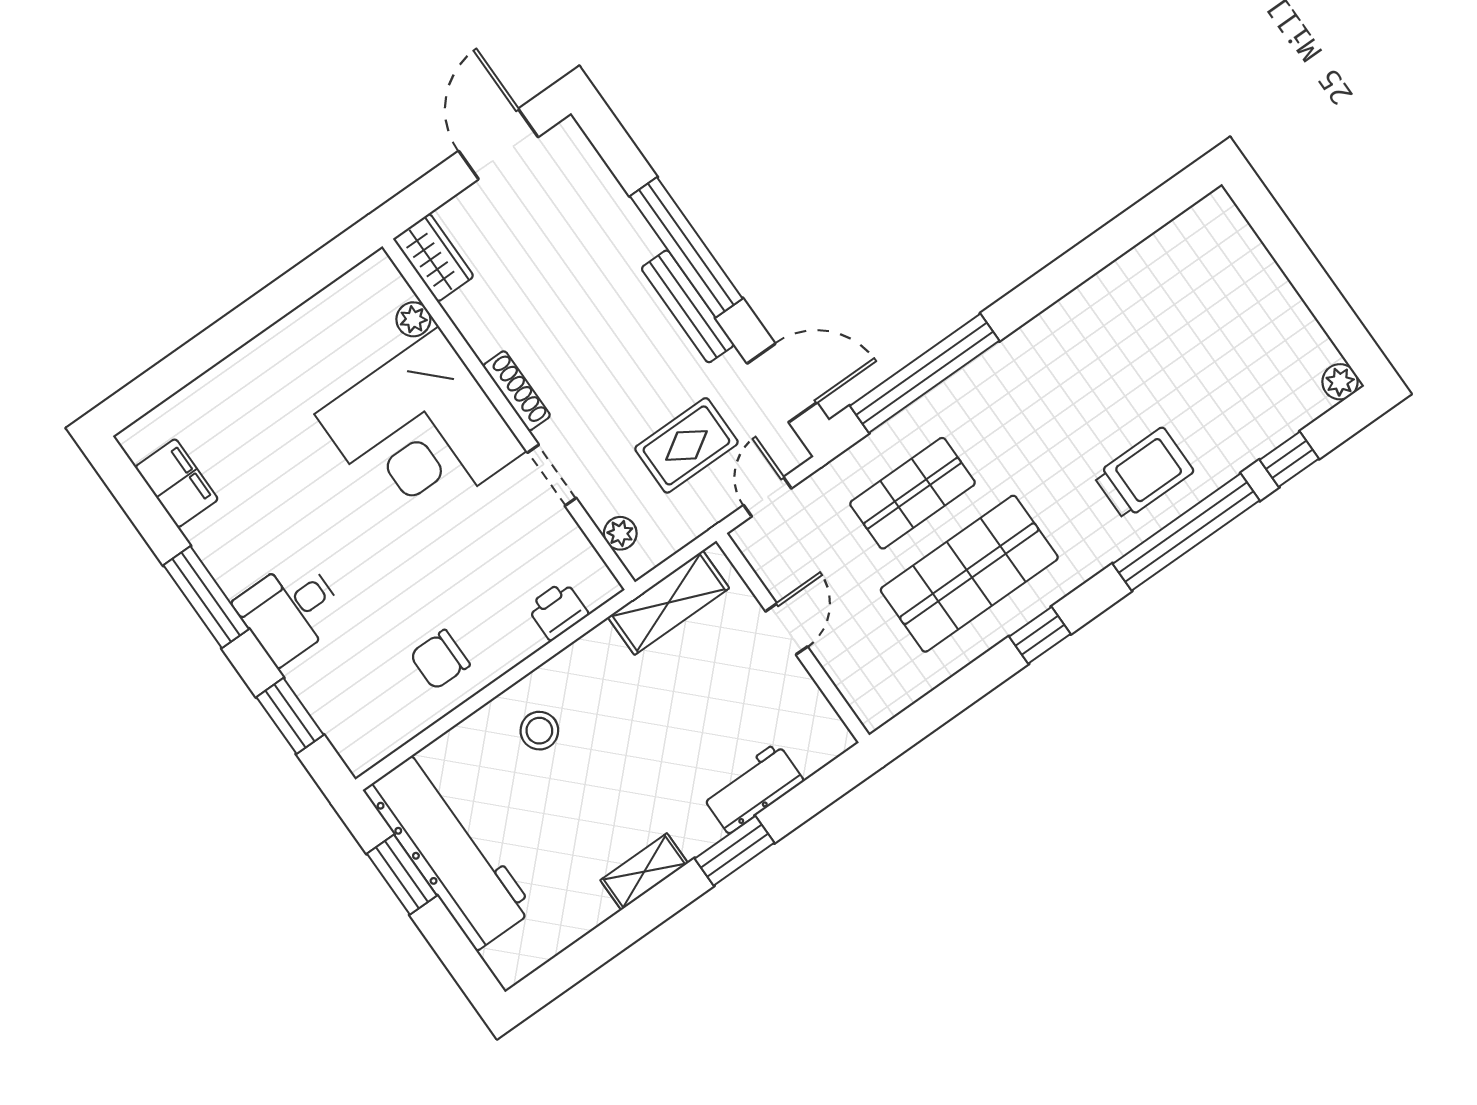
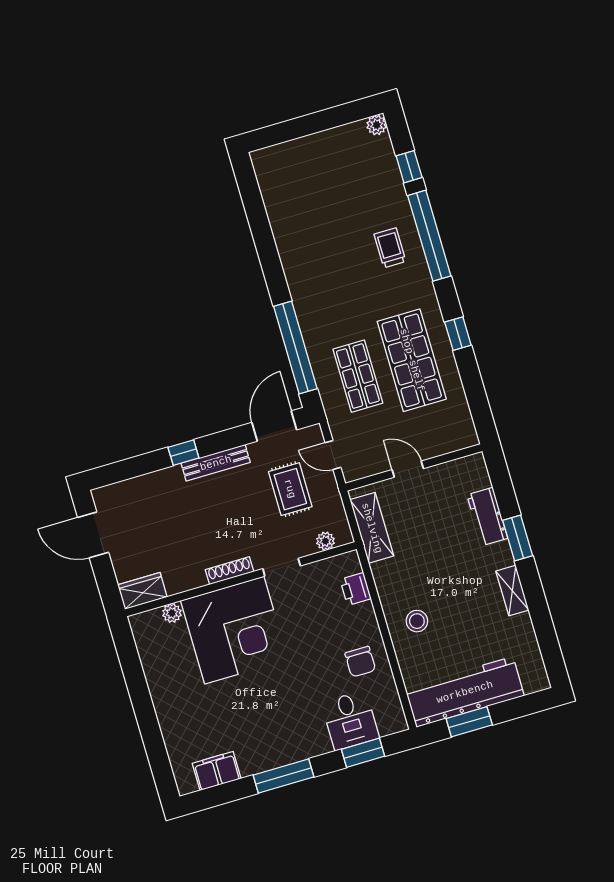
window: (686, 247) -> (183, 453), width x0.32
trolley: (1144, 474) -> (390, 248), width x0.73, depth x0.72
desk: (290, 610) -> (350, 720), moved

